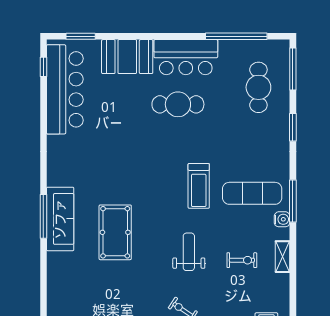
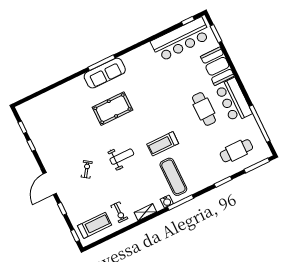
exercise bike: (242, 260) -> (119, 212), moved

